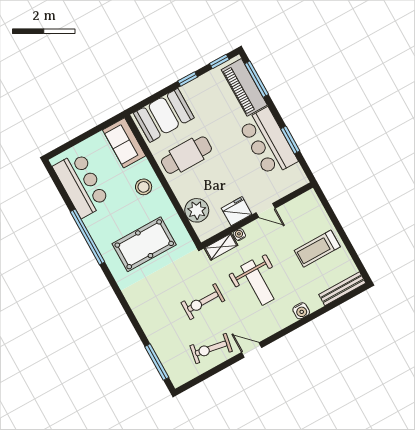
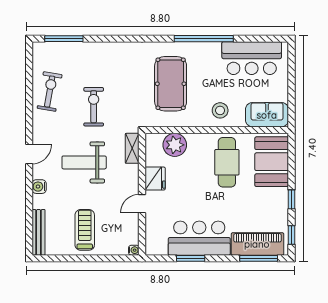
water cooler: (239, 235) -> (134, 250), moved
door: (252, 350) -> (29, 154), moved

